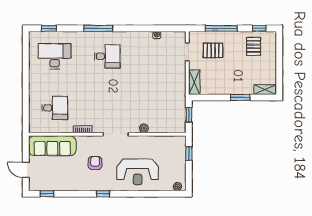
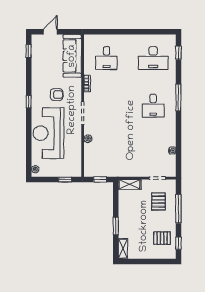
desk: (55, 56) -> (153, 58), turned 90
reception desk: (138, 172) -> (48, 133), width x1.36, depth x1.30

